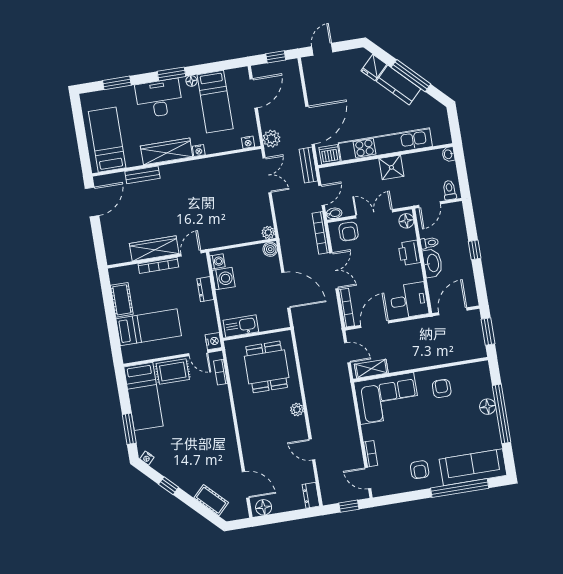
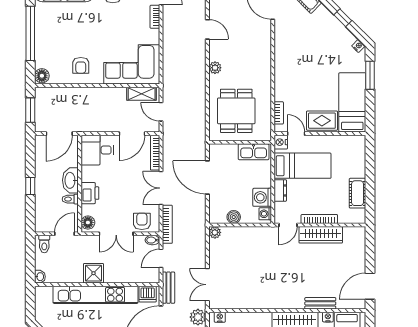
nightstand: (199, 151) -> (328, 317), moved
boiler: (270, 249) -> (234, 217), moved
bed: (149, 327) -> (303, 166), moved, turned 180
floor lamp: (488, 407) -> (42, 76), moved

